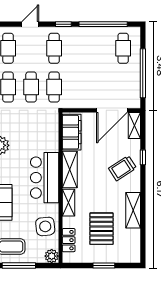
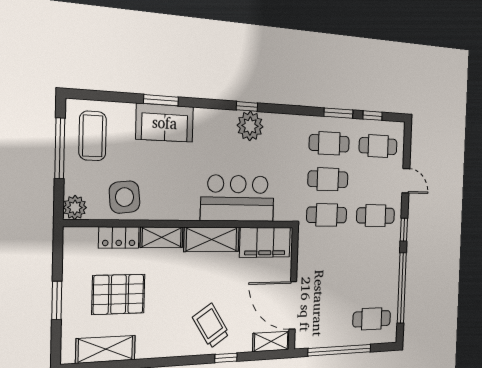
bar counter: (45, 178) -> (238, 198), moved
shelving: (133, 210) -> (106, 349), moved
locker: (69, 240) -> (119, 238), moved

